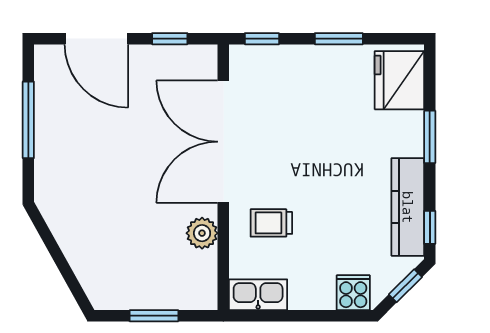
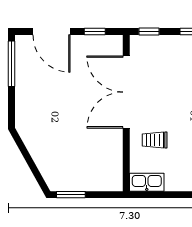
window: (28, 120) -> (11, 64), moved
plant: (202, 233) -> (114, 146), removed
window: (154, 316) -> (71, 195), moved

